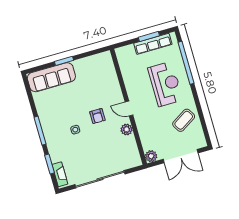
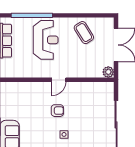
reception desk: (165, 84) -> (46, 40), turned 90
plant: (127, 129) -> (77, 87), removed

